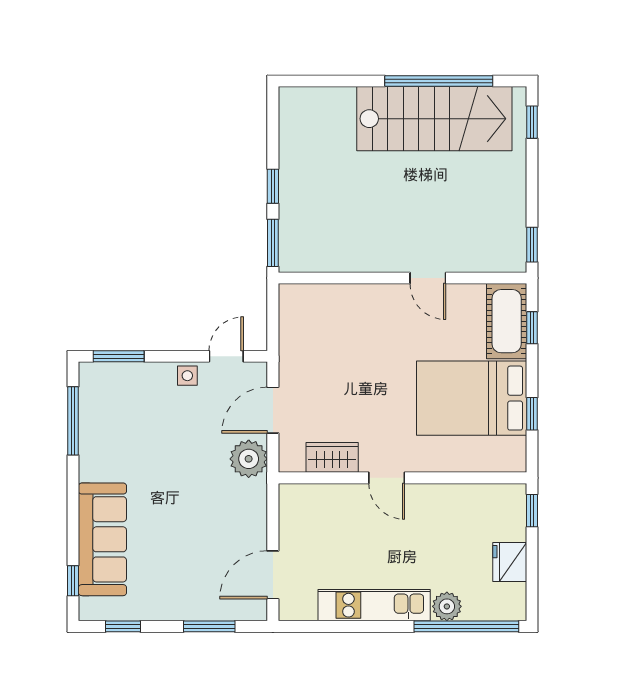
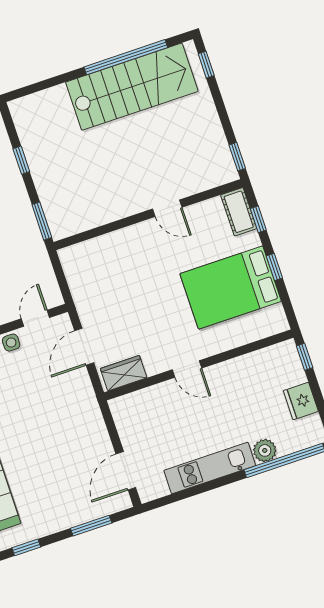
window: (273, 186) -> (21, 160), moved
cot: (507, 321) -> (239, 212), width x0.73, depth x0.75
window: (532, 414) -> (274, 267), moved
wardrobe: (332, 457) -> (124, 373), moved
plant: (249, 459) -> (78, 390), removed

